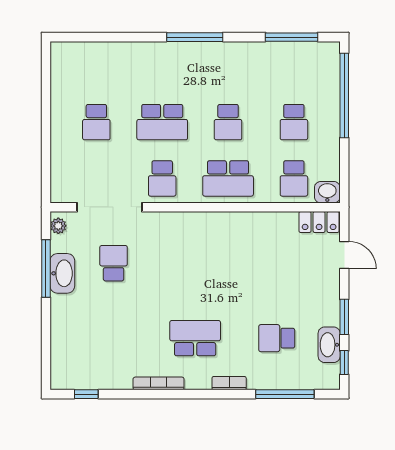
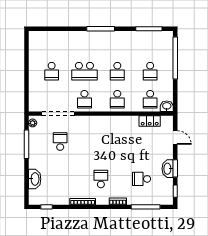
school desk: (228, 178) -> (117, 99), width x0.54
locker: (319, 222) -> (150, 121), moved
washbasin: (62, 273) -> (35, 179), moved
school desk: (195, 338) -> (101, 179), width x0.54
washbasin: (329, 345) -> (168, 169), moved

